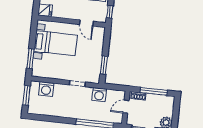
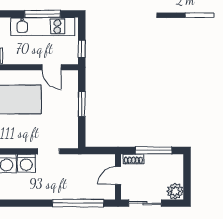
window: (104, 65) -> (82, 104), moved
washing machine: (99, 95) -> (26, 163), moved

